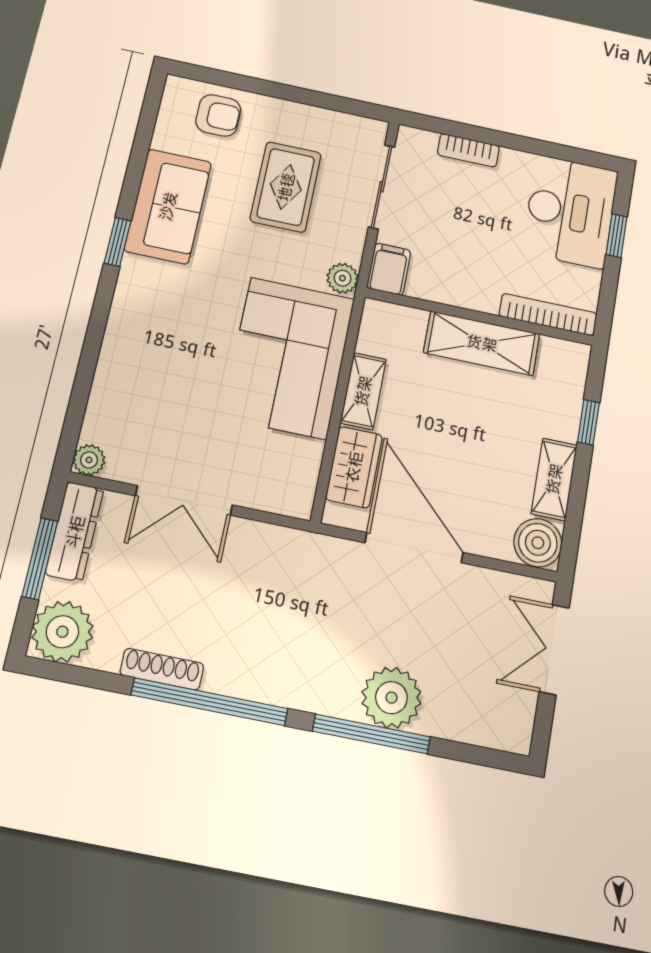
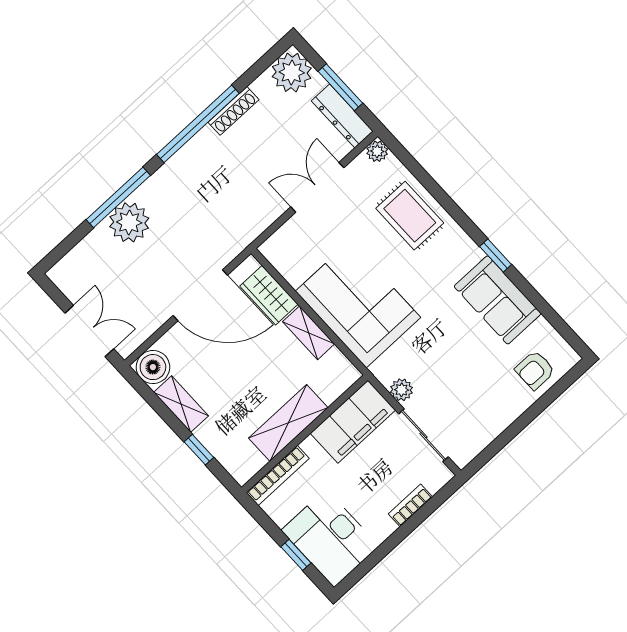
rug: (286, 187) -> (410, 216), moved
filing cabinet: (389, 269) -> (353, 422), width x3.00, depth x1.17
plant: (342, 278) -> (402, 390), moved

